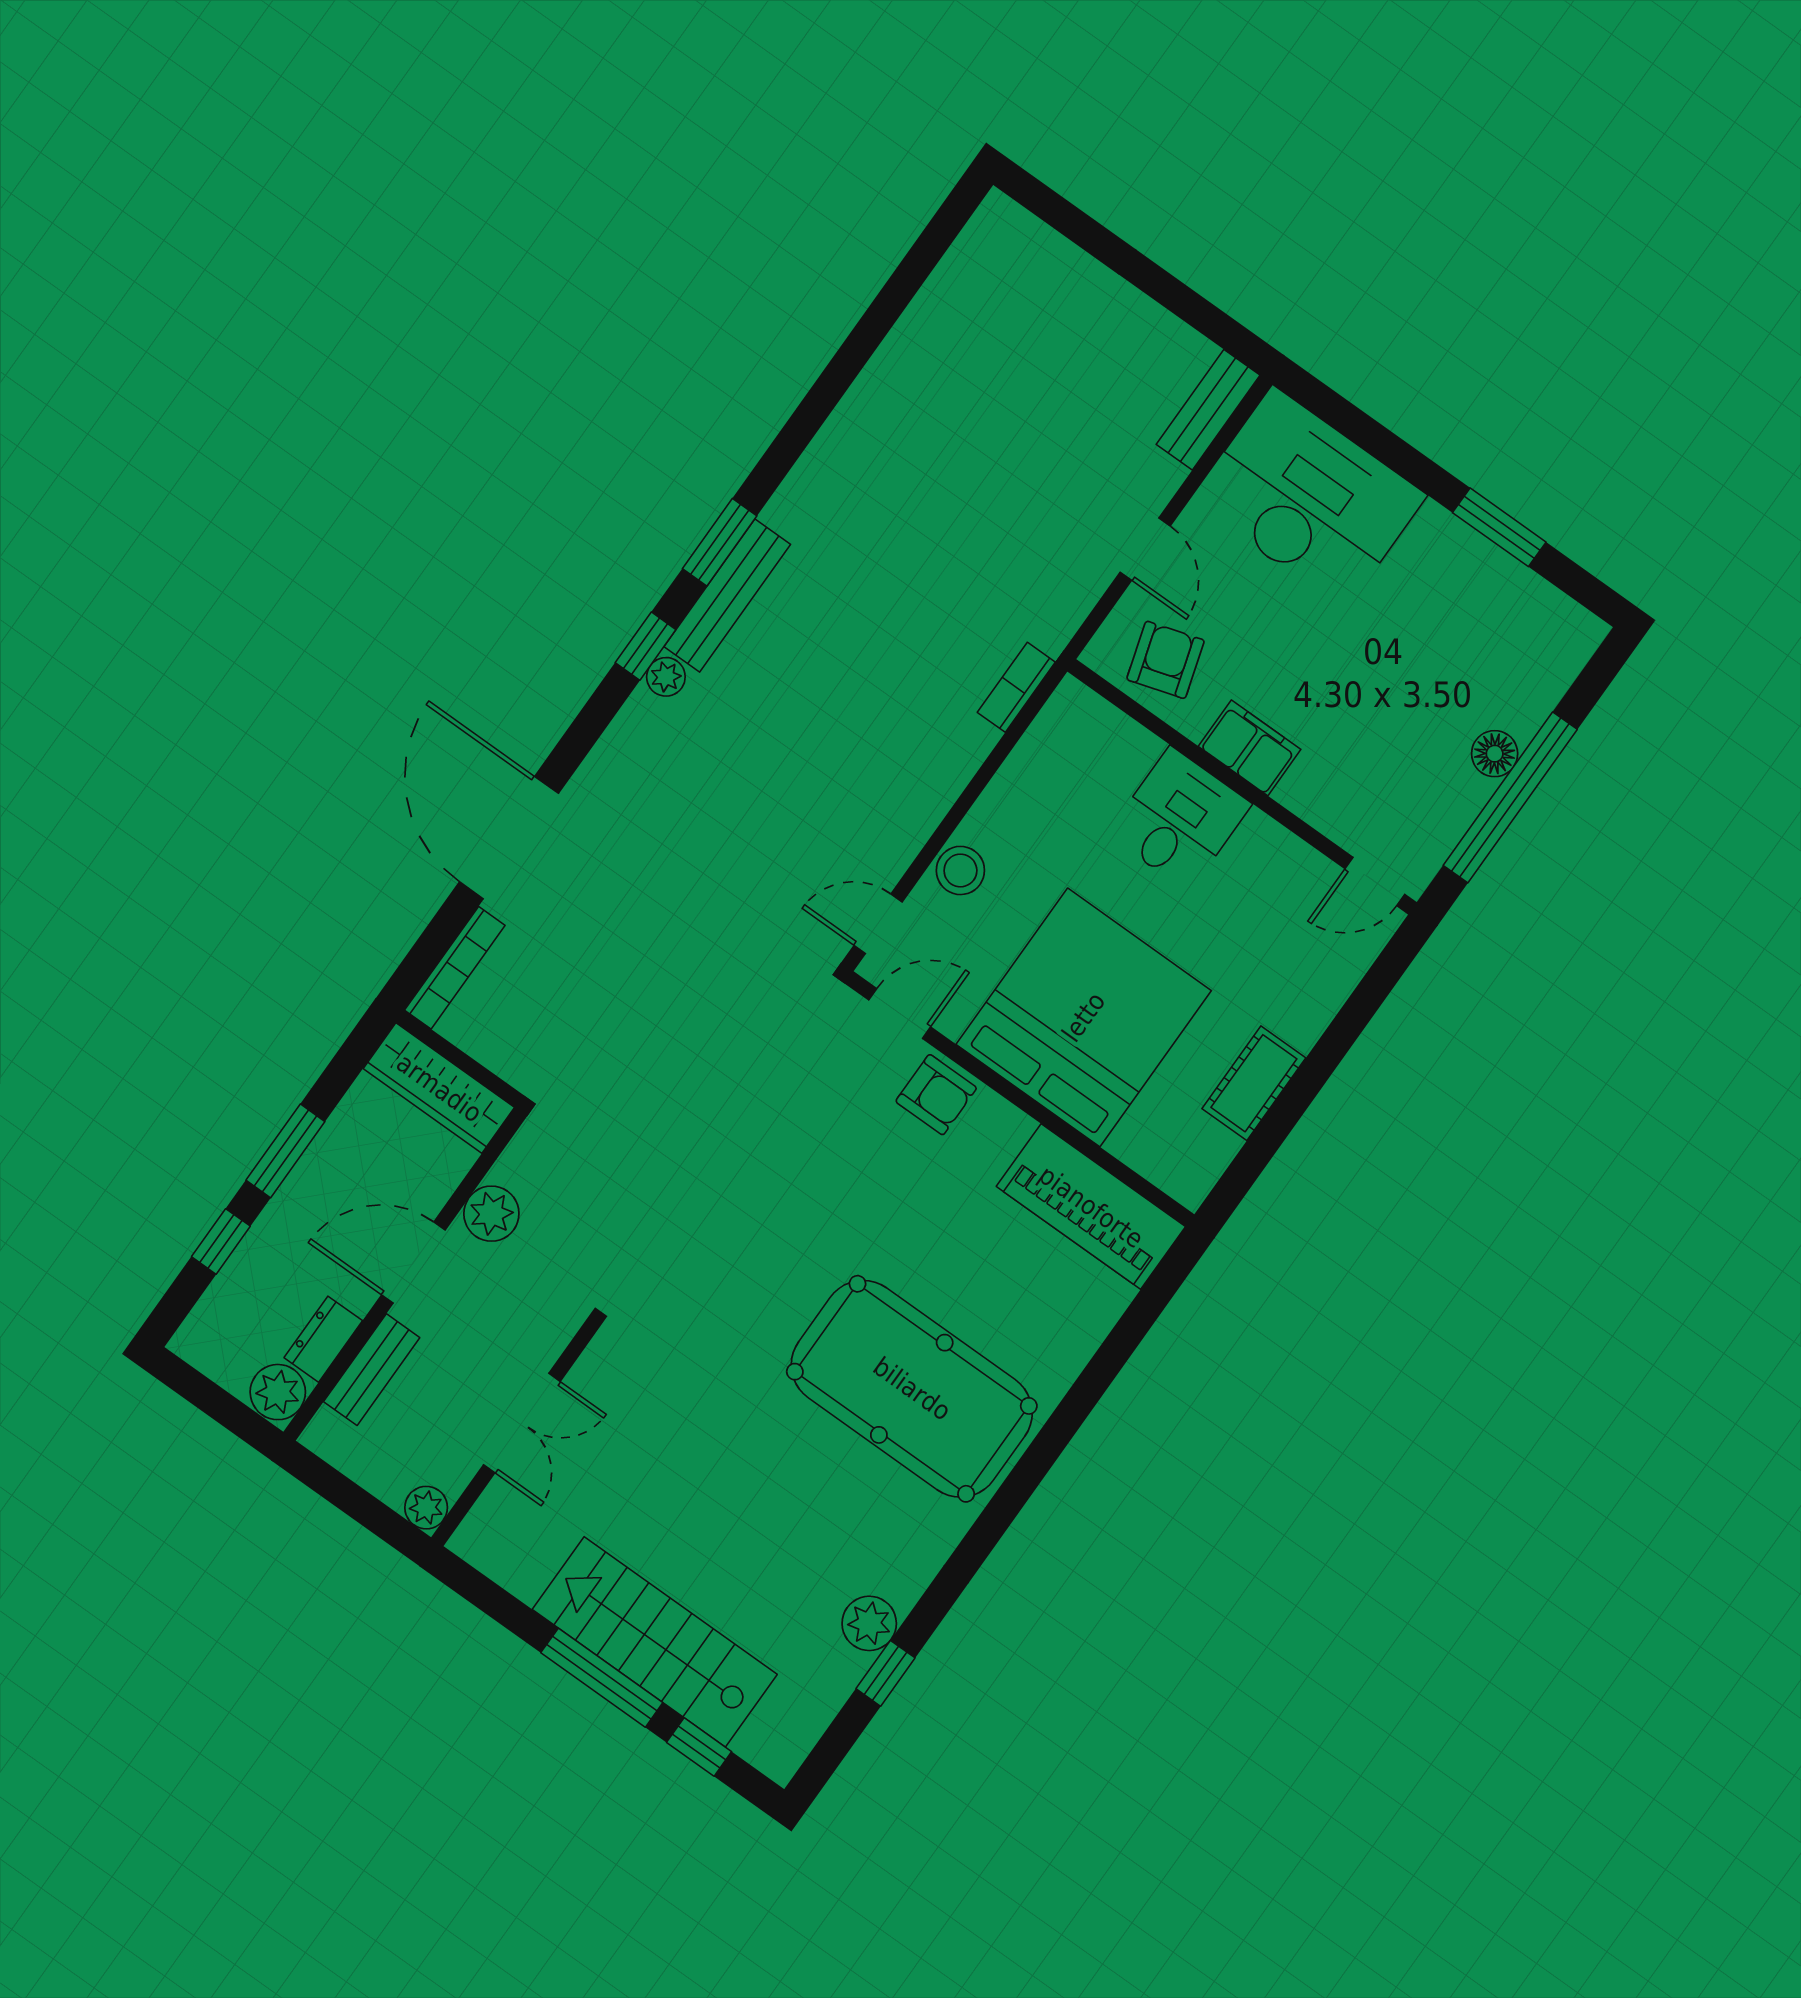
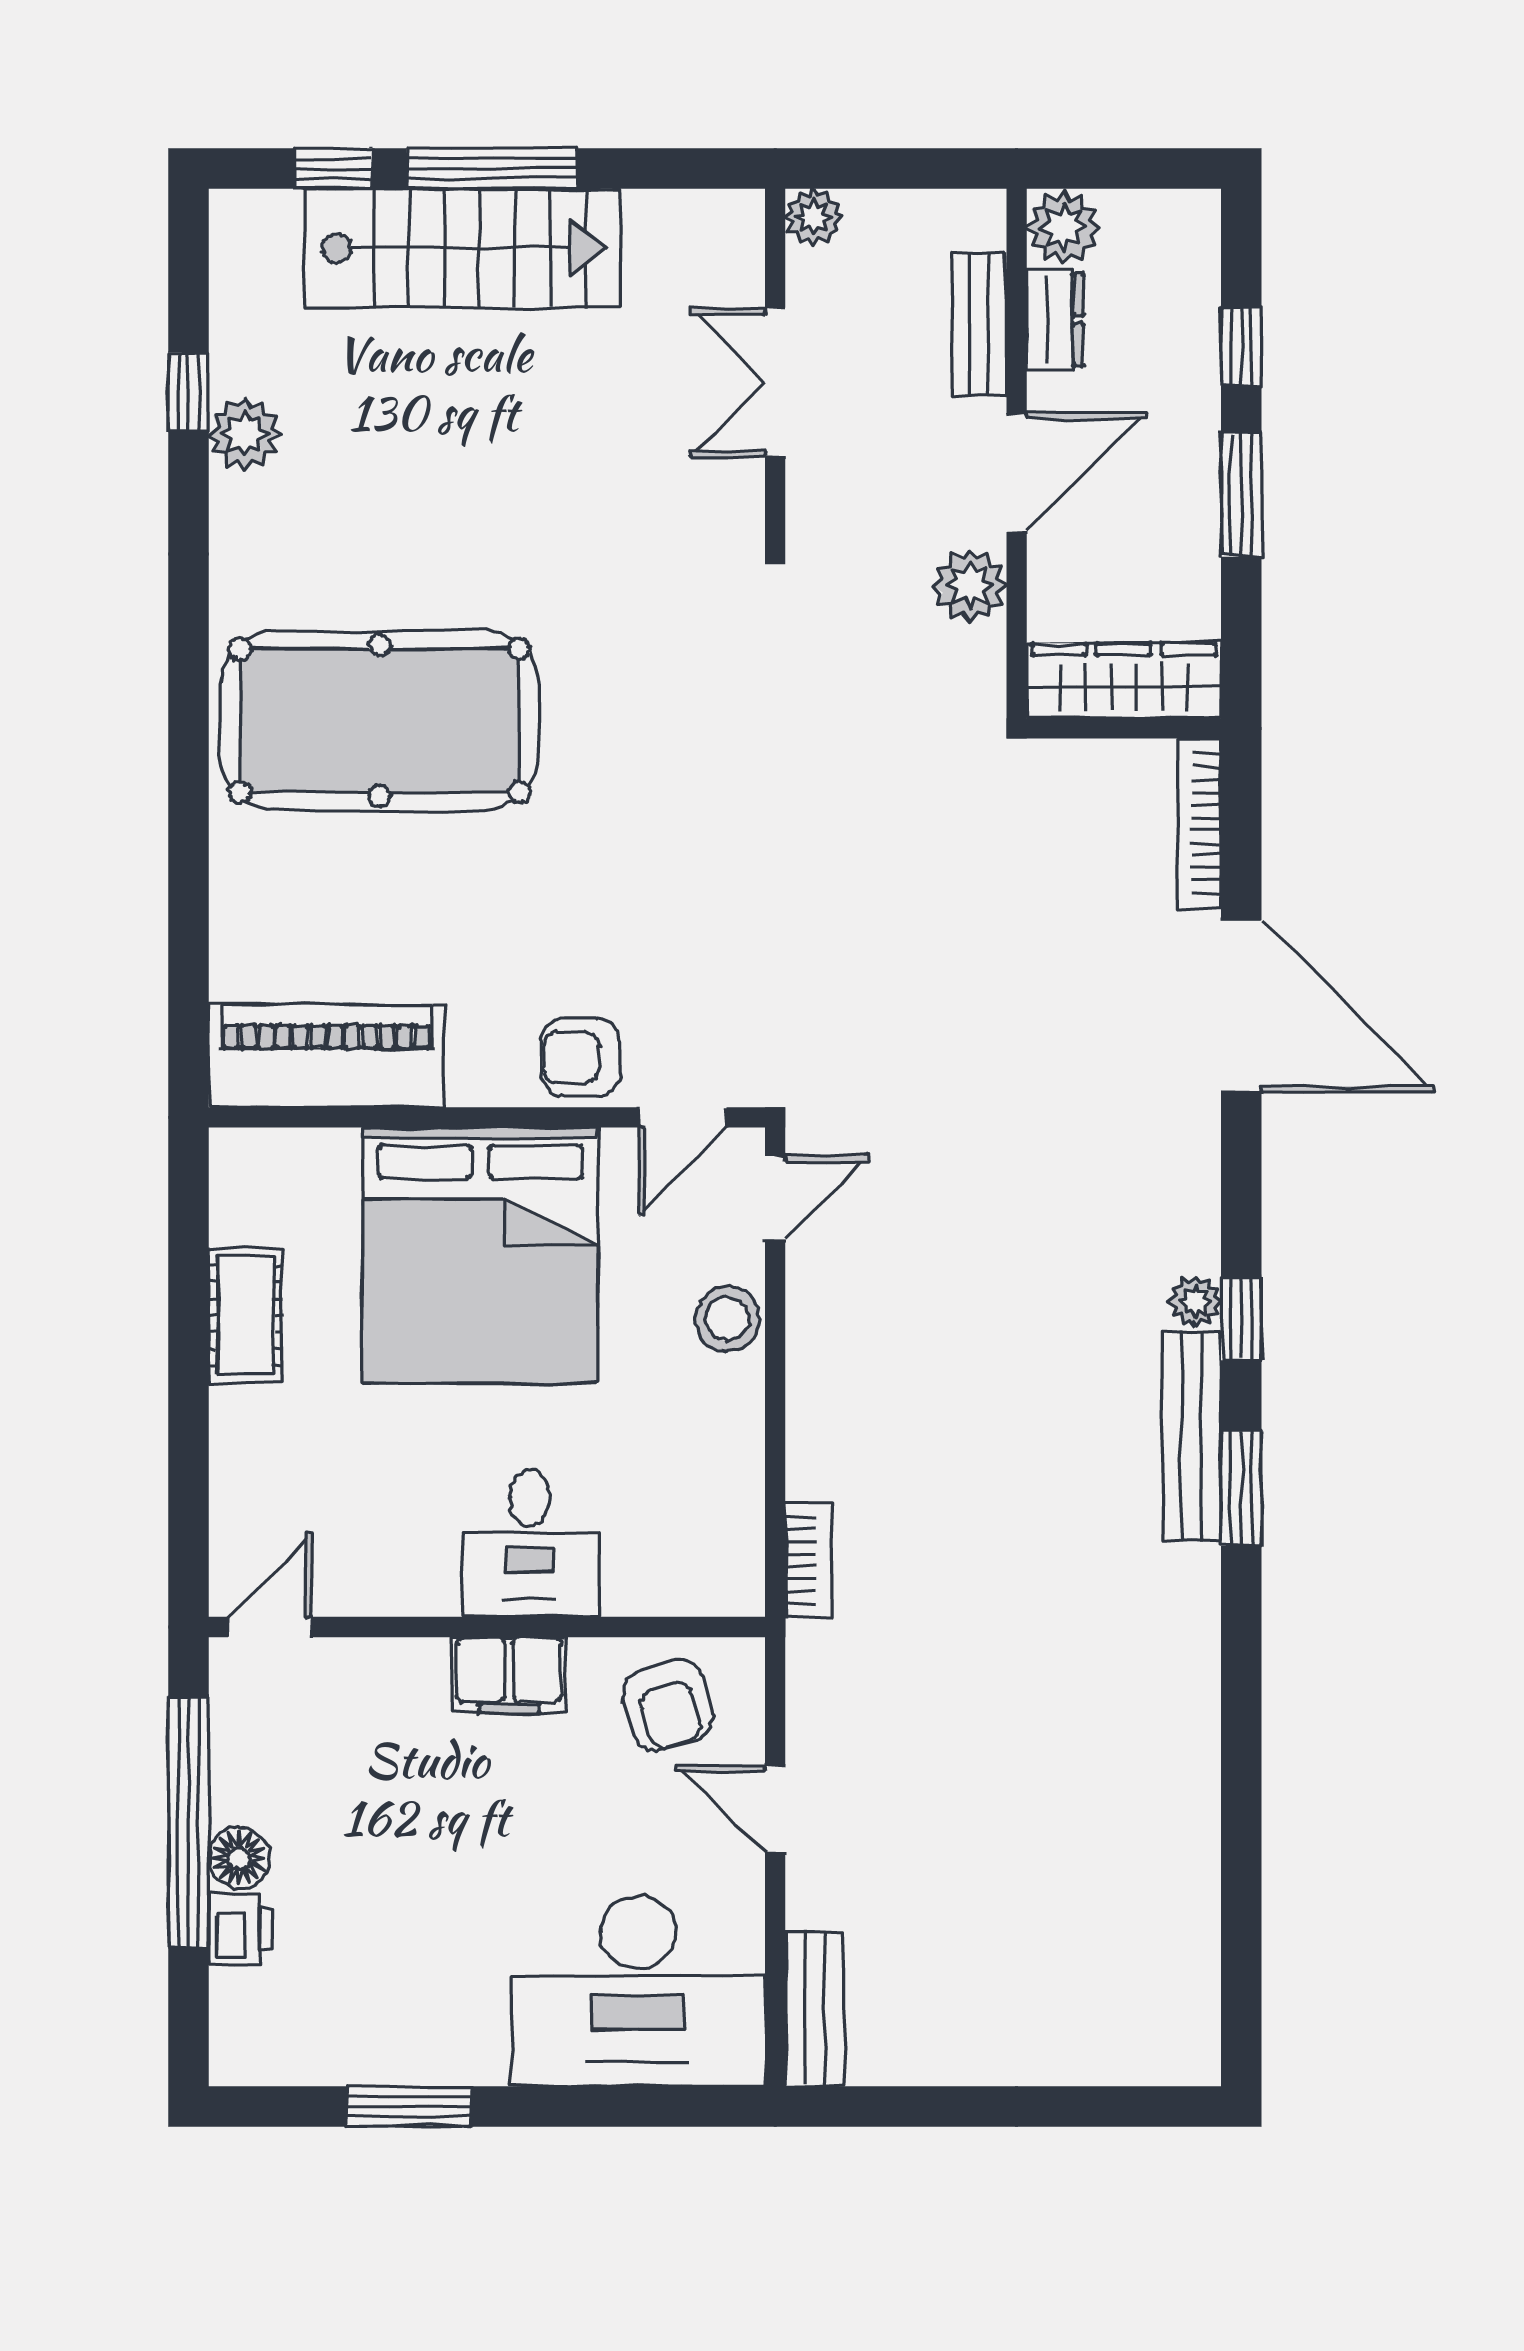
printer: (1525, 709) -> (241, 1929), added

